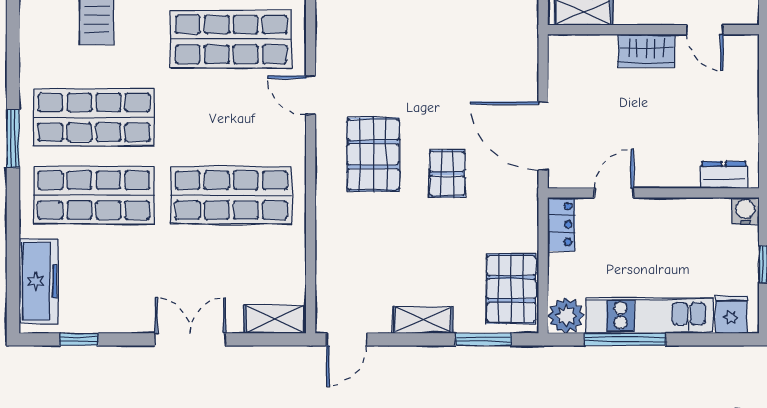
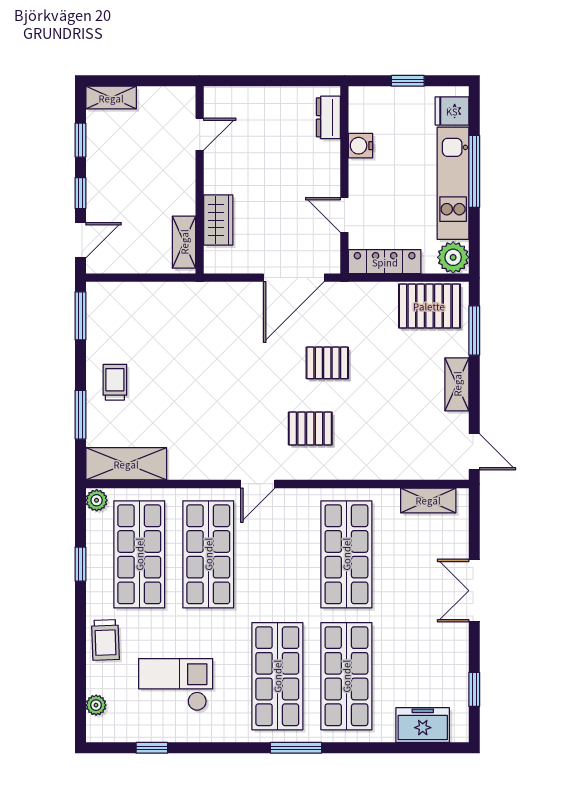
wardrobe: (646, 51) -> (218, 220), moved
pallet: (373, 154) -> (310, 428), width x0.67, depth x0.71
water cooler: (745, 211) -> (361, 146), moved
locker: (561, 224) -> (385, 262), width x1.53
freezer: (39, 281) -> (423, 725), width x0.71
shelving: (275, 319) -> (428, 500), moved, turned 90
window: (625, 339) -> (474, 171), moved

